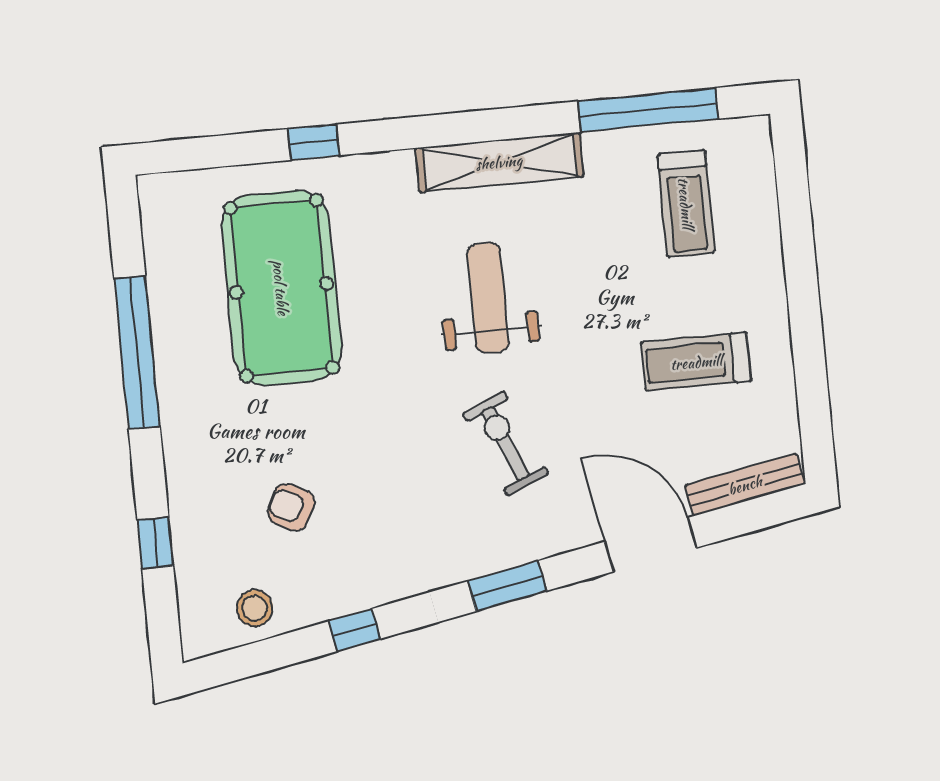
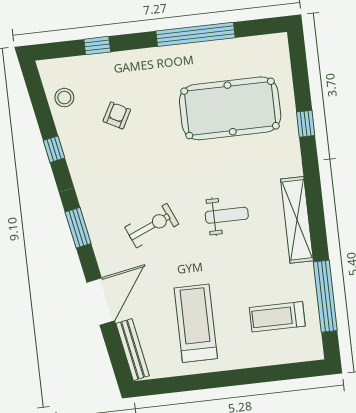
weight bench: (488, 298) -> (227, 215), width x0.73, depth x0.75
treadmill: (696, 362) -> (196, 323), width x1.37, depth x1.38

